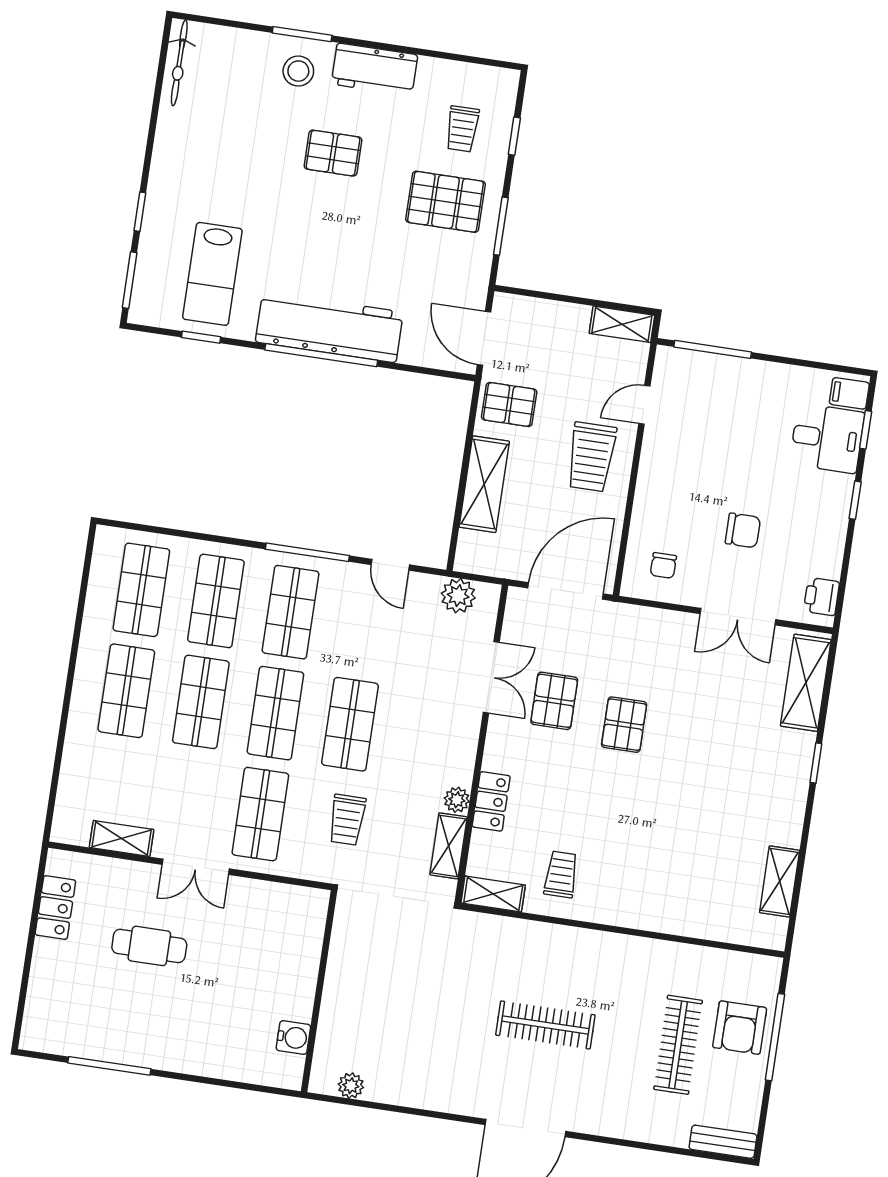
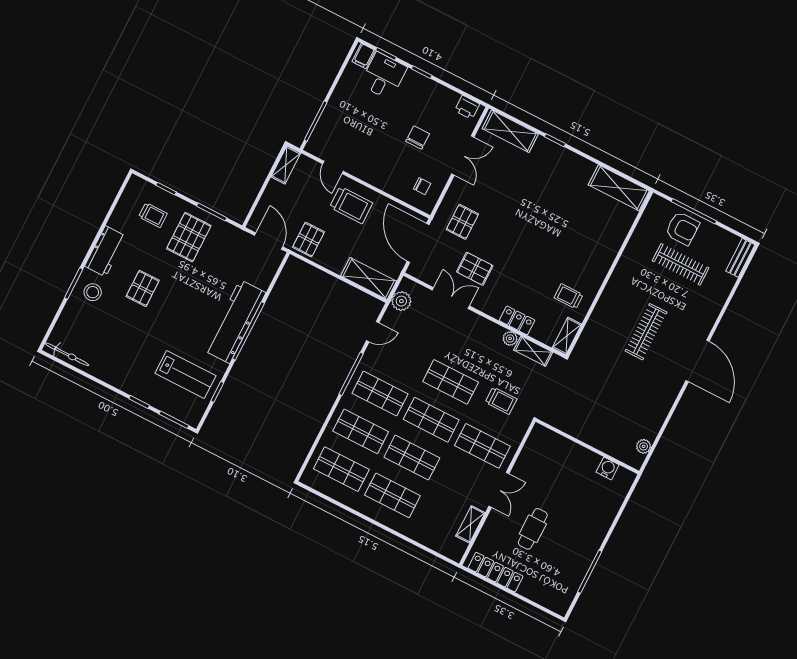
door: (484, 338) -> (269, 241), swing flipped
shelving: (484, 484) -> (369, 278), moved
pallet: (624, 725) -> (462, 222), moved, turned 90
shelving: (780, 881) -> (619, 188), width x1.50, depth x1.33
locker: (55, 908) -> (495, 572), width x1.53

